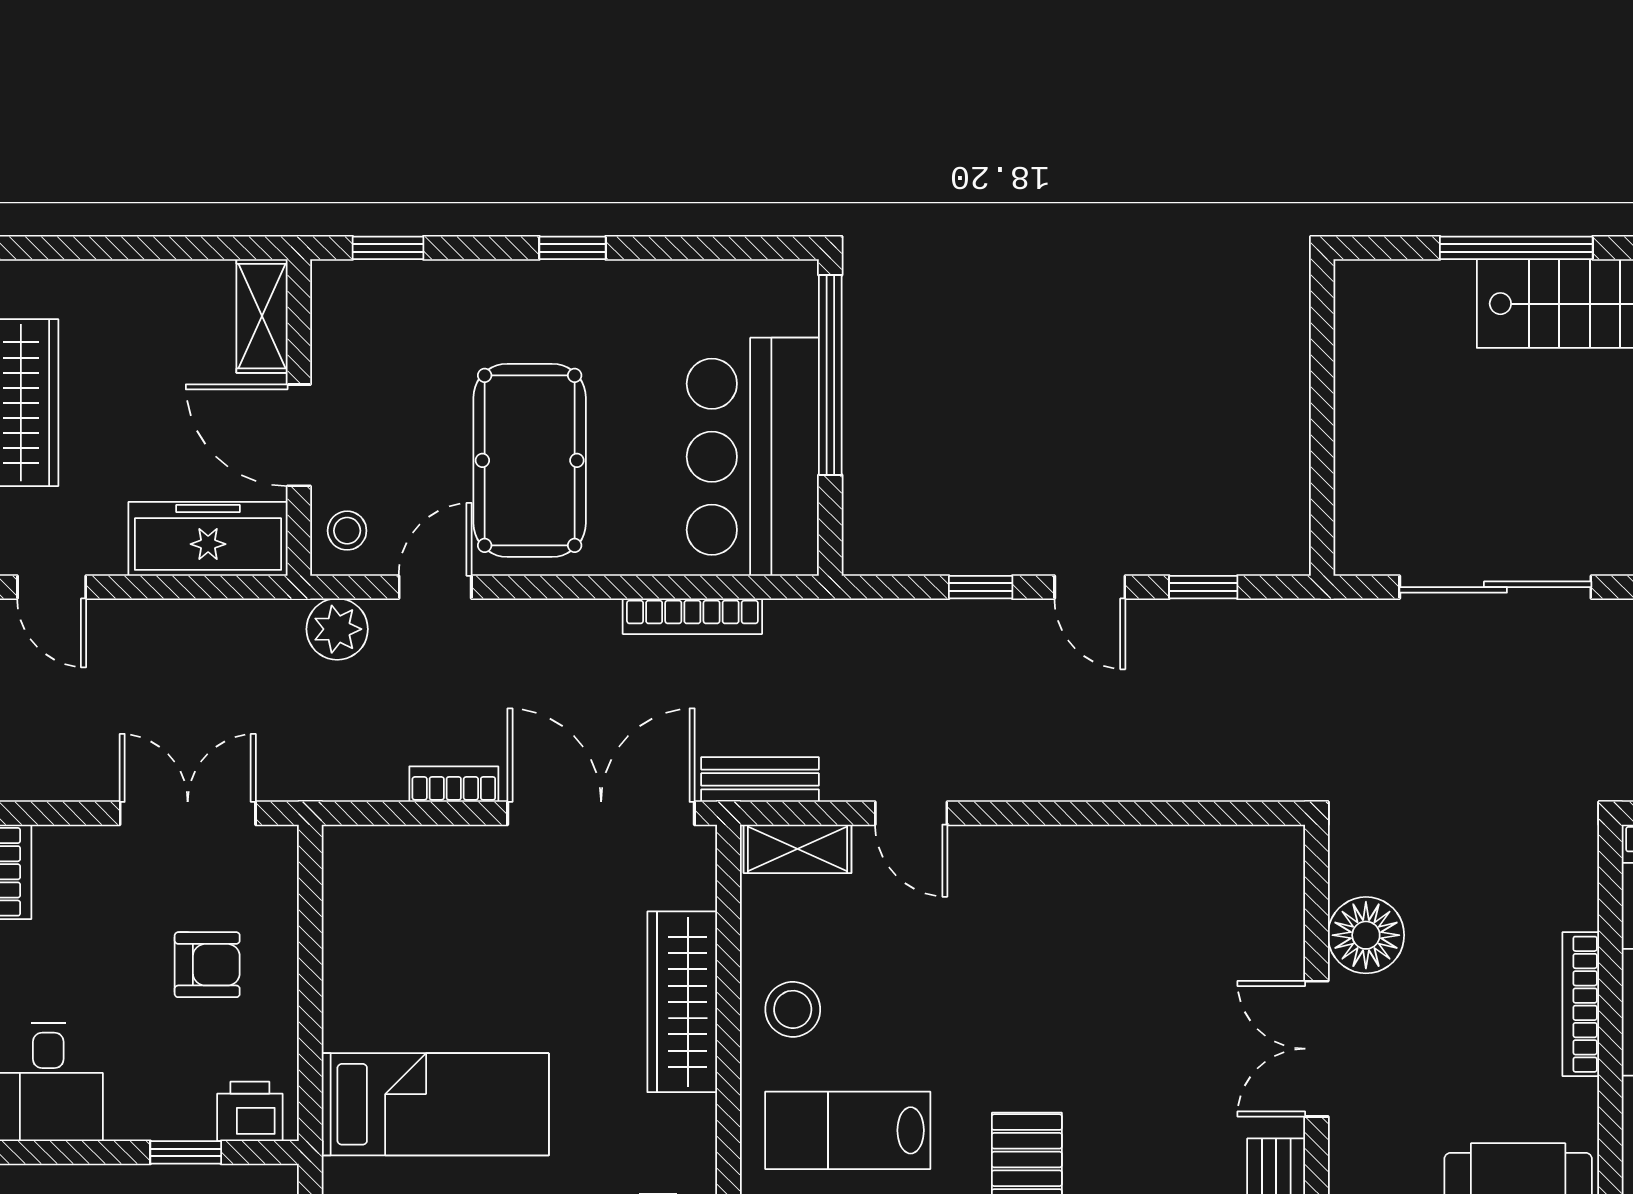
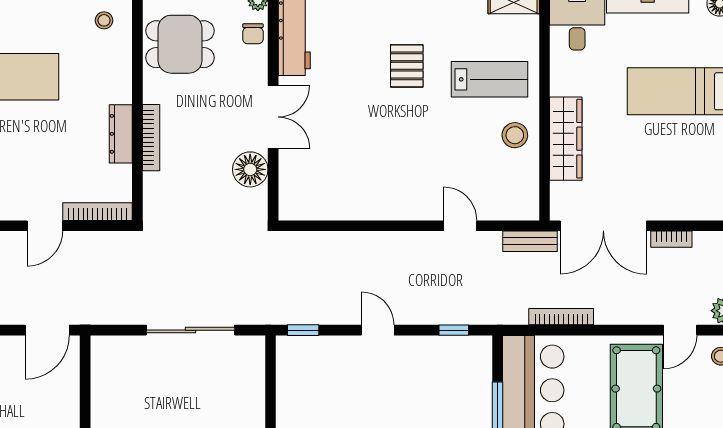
window: (981, 587) -> (454, 330), moved
window: (1203, 587) -> (303, 330), moved
shelving: (798, 849) -> (513, 209), removed

